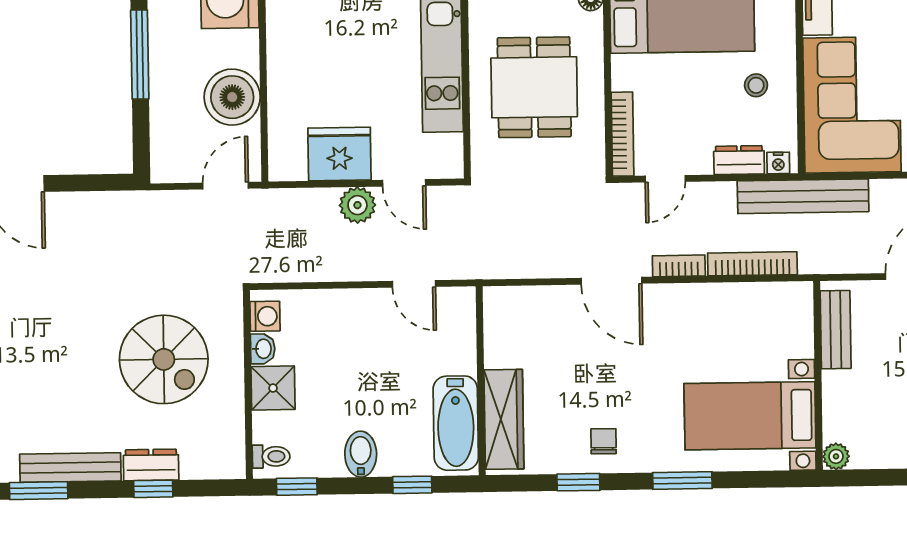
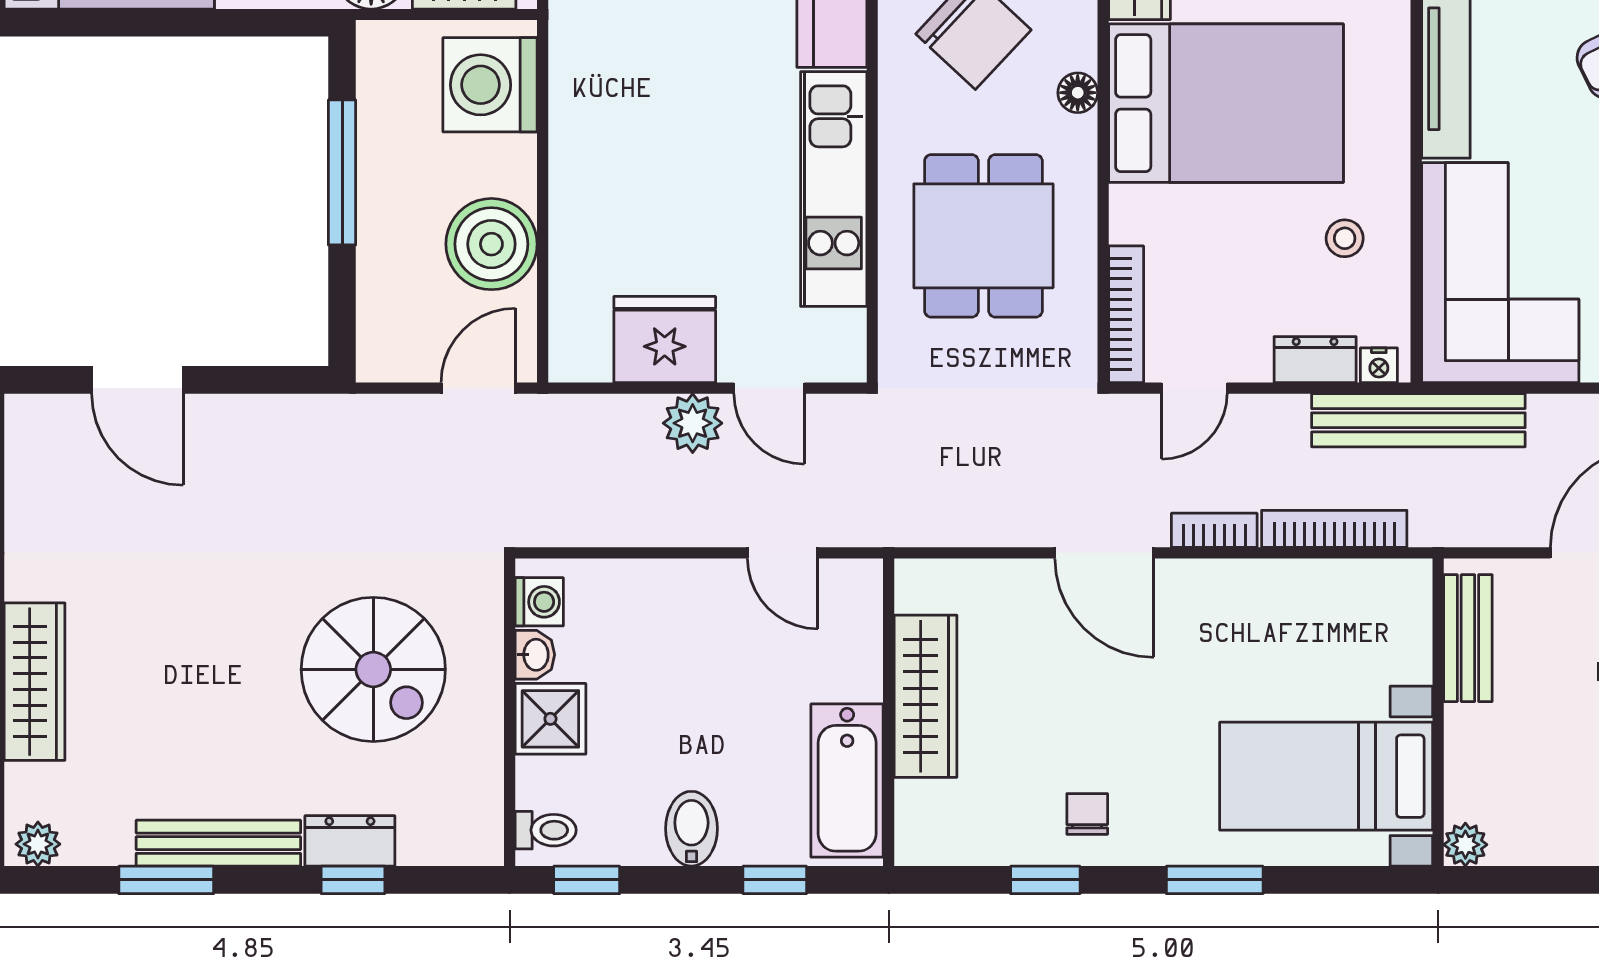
wardrobe: (504, 419) -> (926, 696), moved

